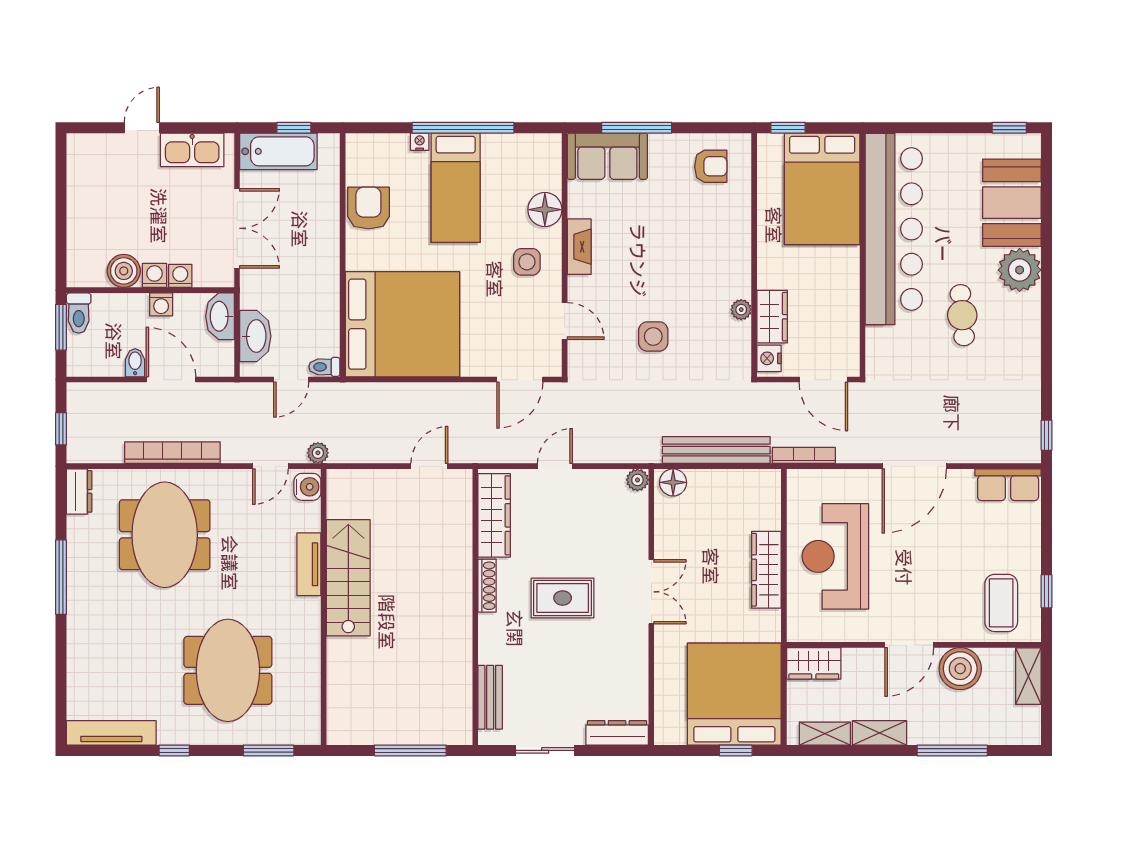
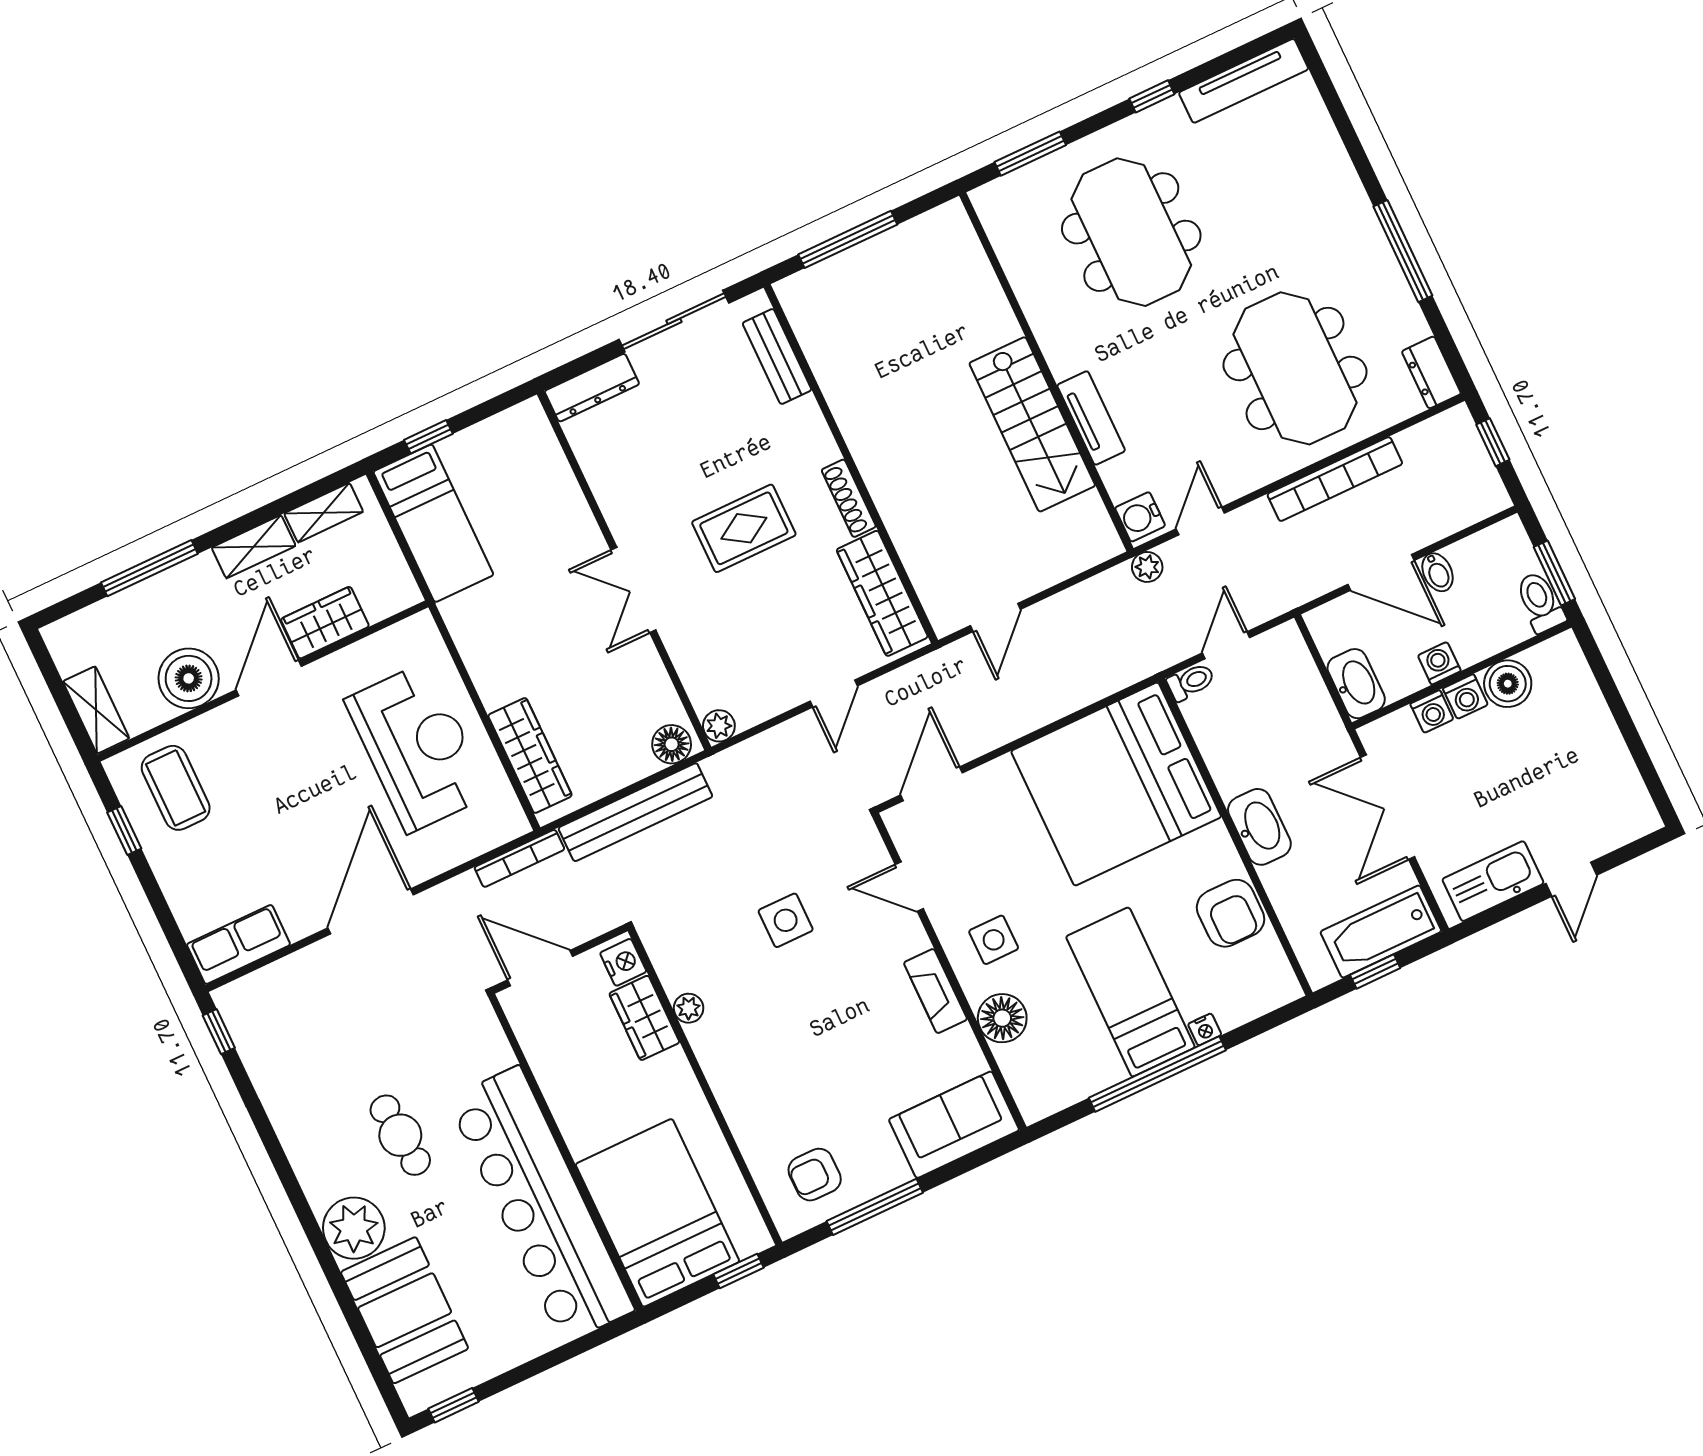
window: (637, 128) -> (875, 1207), moved
washbasin: (255, 336) -> (1259, 827), moved, turned 180
wardrobe: (766, 570) -> (530, 756), moved
wardrobe: (814, 663) -> (325, 623), moved
bed: (734, 694) -> (433, 523), width x0.49
sliding door: (545, 750) -> (674, 321), width x1.37

